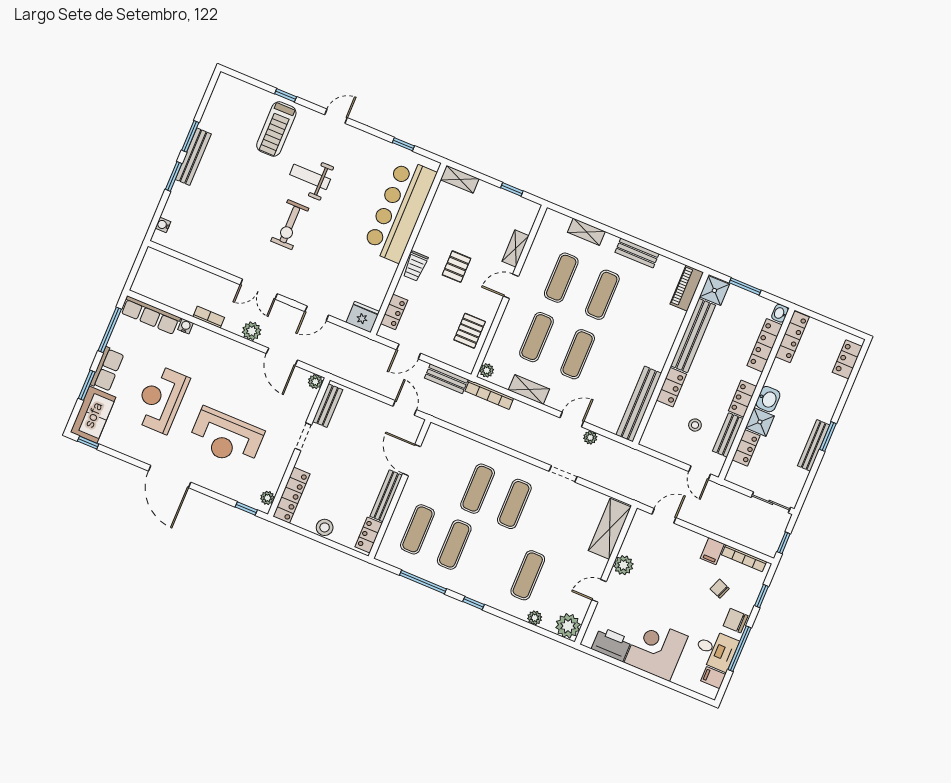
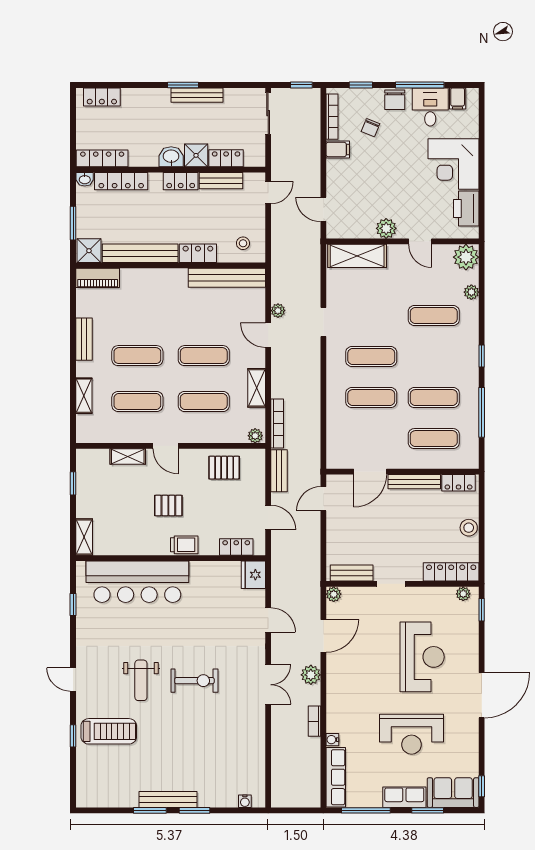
stool: (695, 425) -> (243, 243), moved

